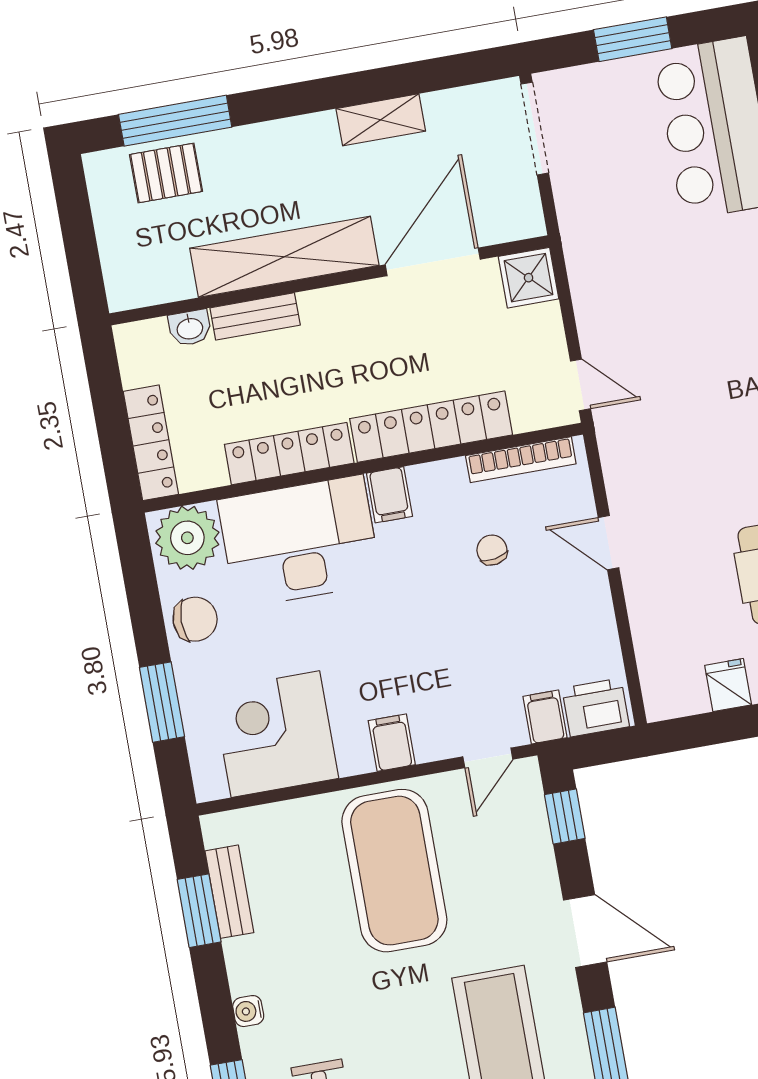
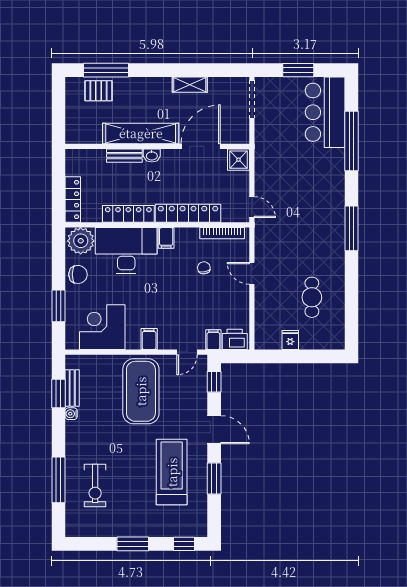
washbasin: (190, 328) -> (152, 155), moved
water cooler: (248, 1011) -> (71, 414), moved

